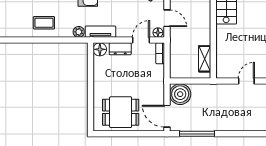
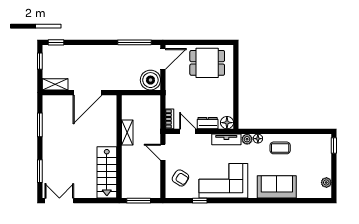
floor lamp: (158, 33) -> (258, 139), moved
door: (141, 40) -> (188, 131), swing flipped
shelving: (205, 59) -> (127, 132), moved
door: (246, 81) -> (87, 93), width x1.88
door: (167, 116) -> (163, 59), hinge flipped

